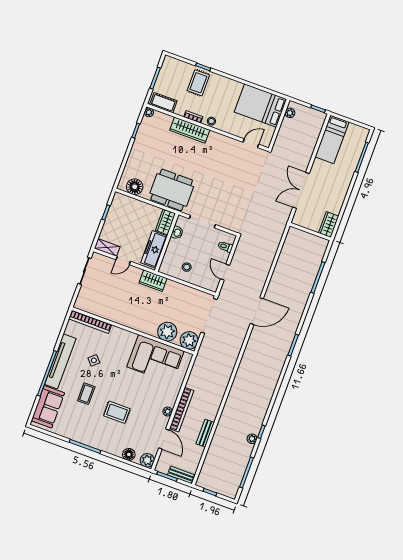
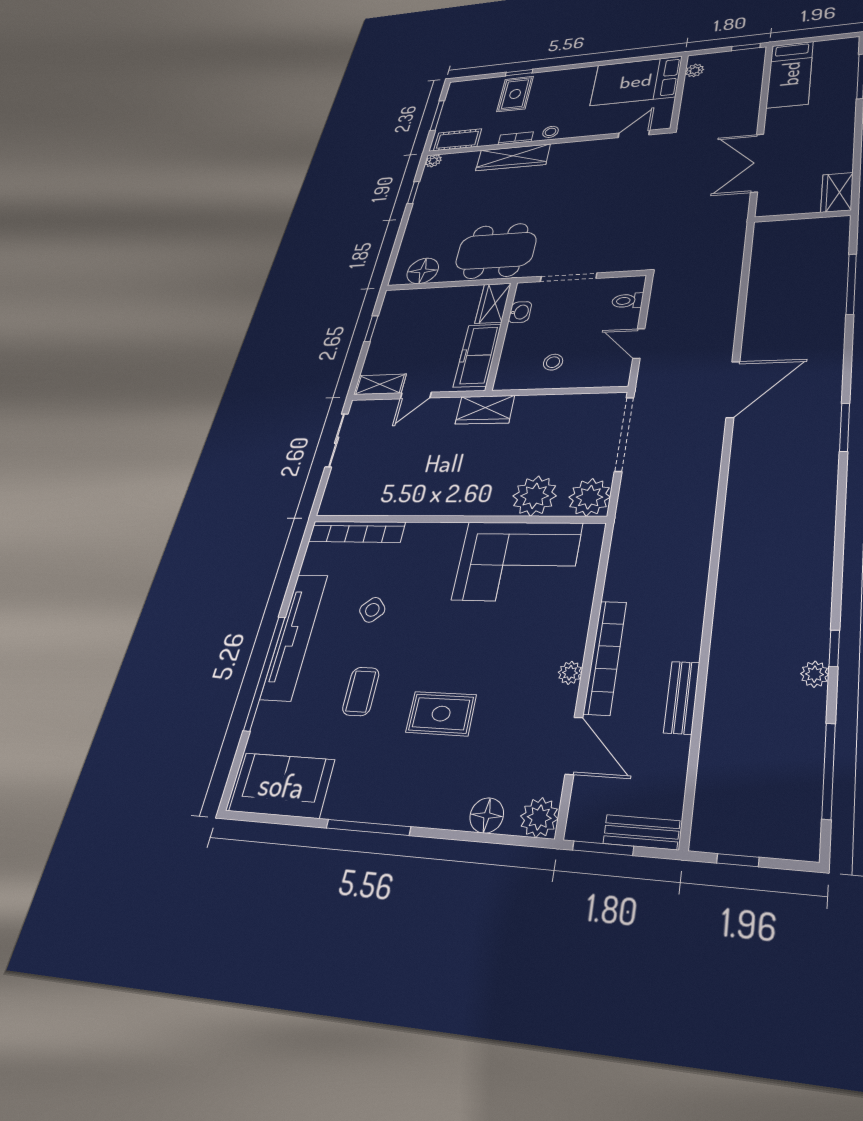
sofa: (48, 407) -> (282, 785), moved, turned -90

